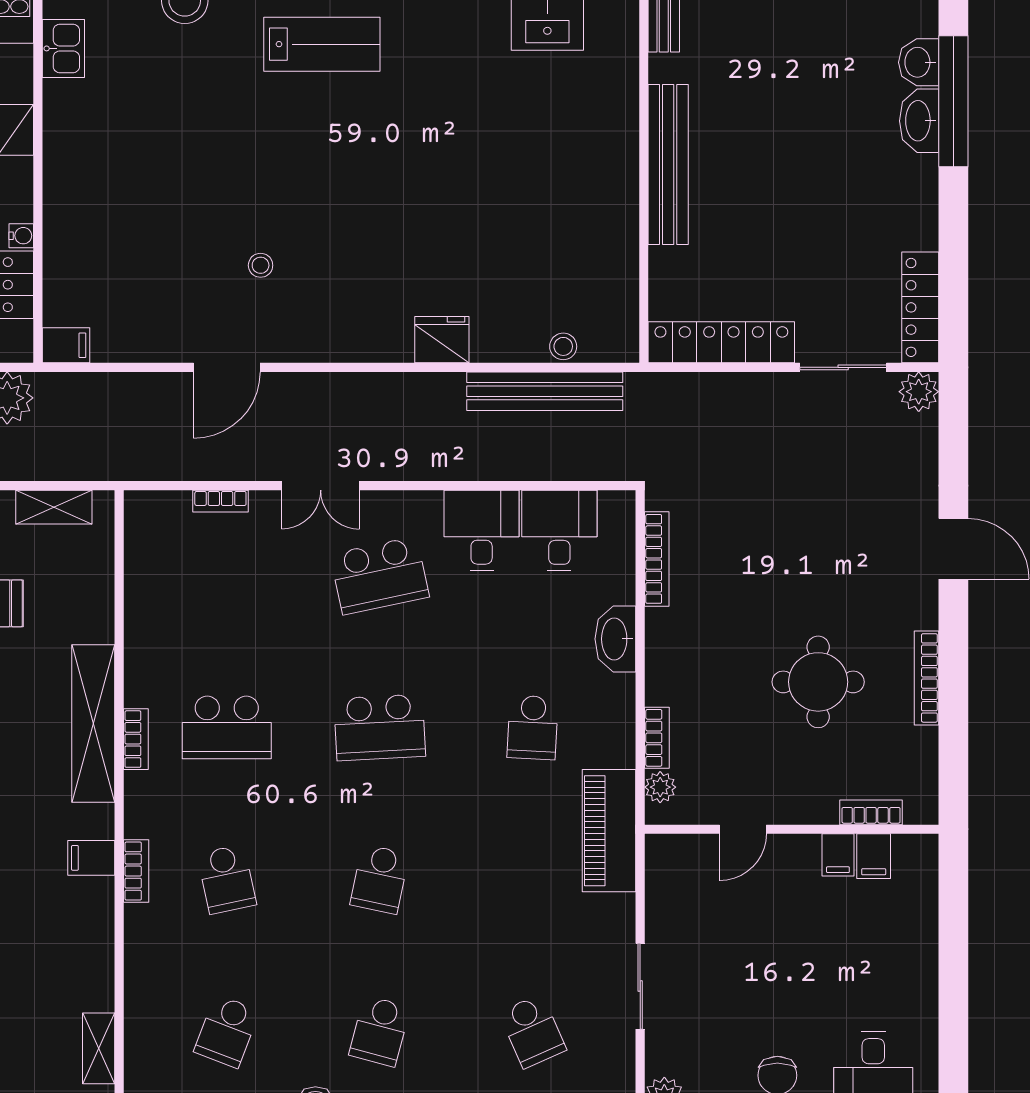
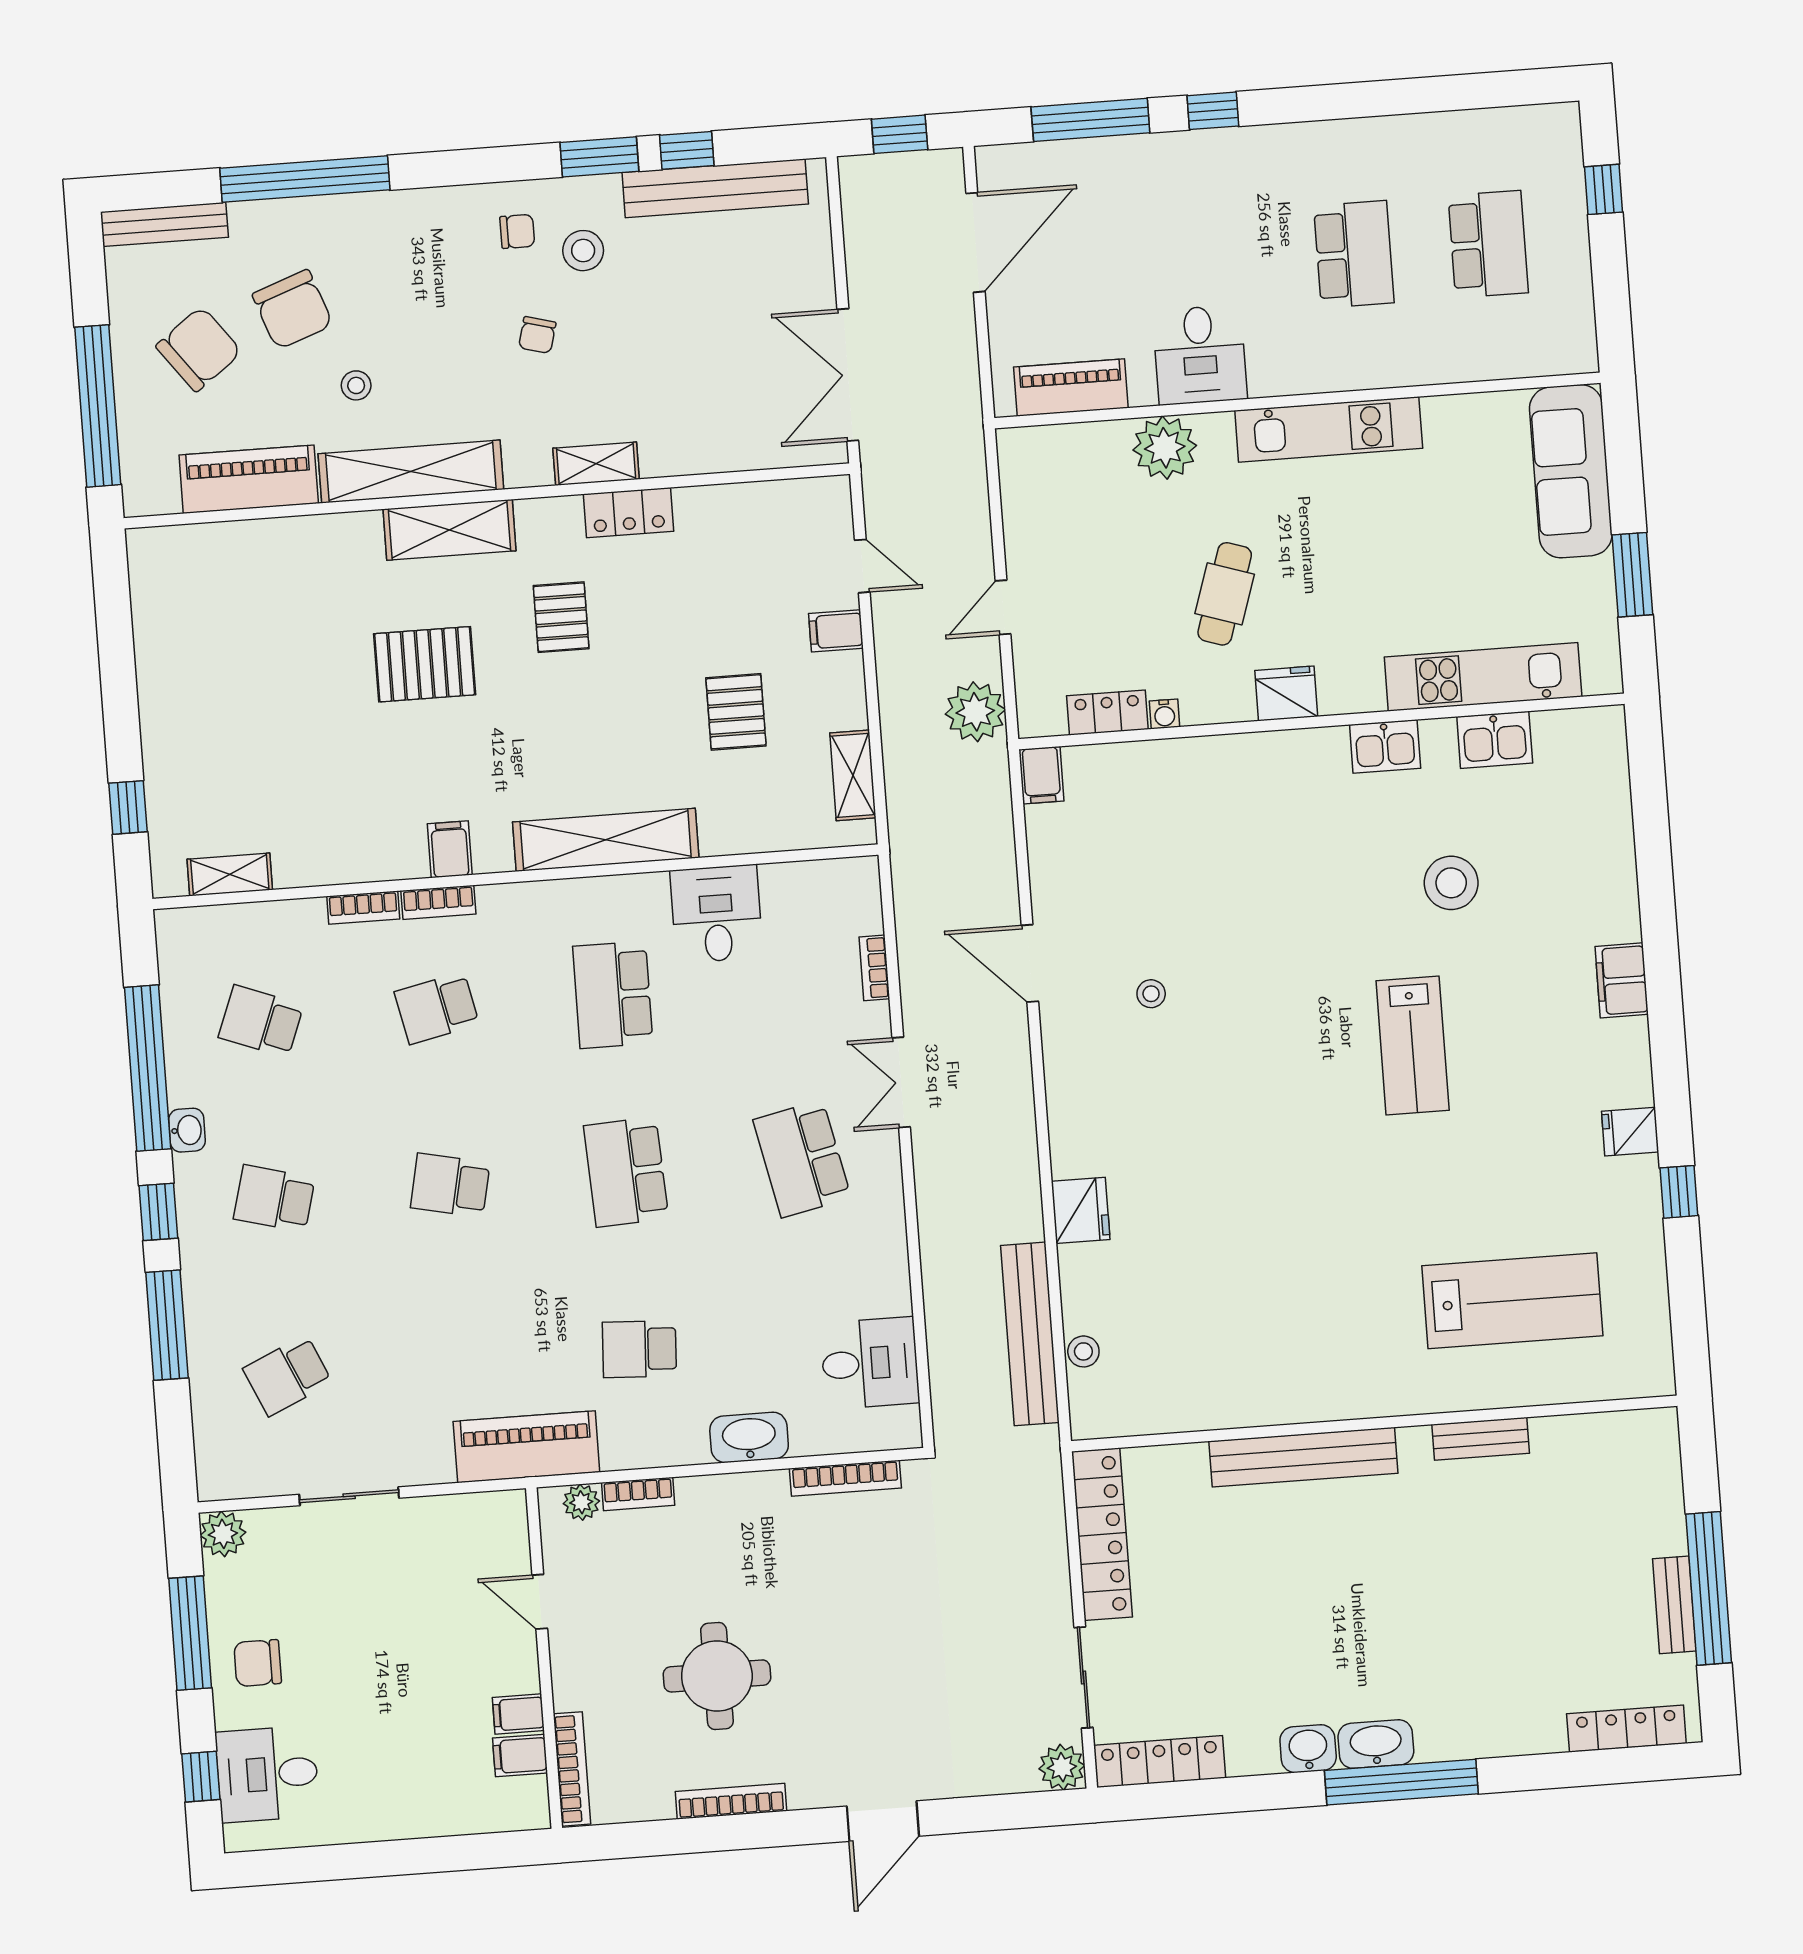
washbasin: (919, 62) -> (1308, 1749), moved
desk: (482, 530) -> (716, 914), moved, turned -90
bookcase: (136, 739) -> (363, 908), moved
bookcase: (871, 812) -> (572, 1769), width x1.56

